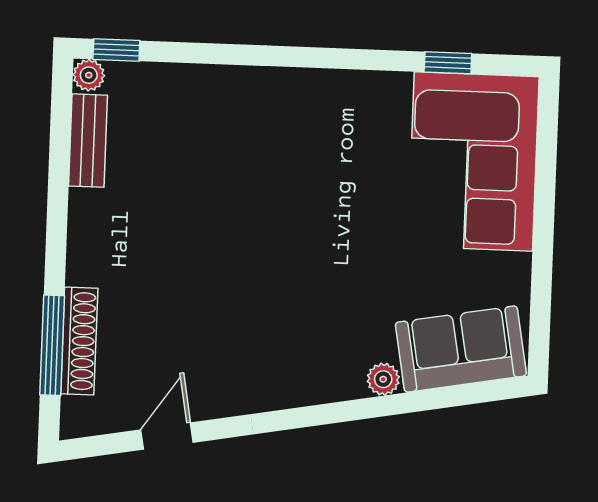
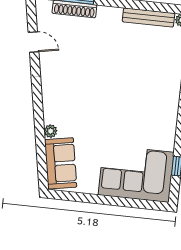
bench: (88, 141) -> (149, 17), width x1.36

